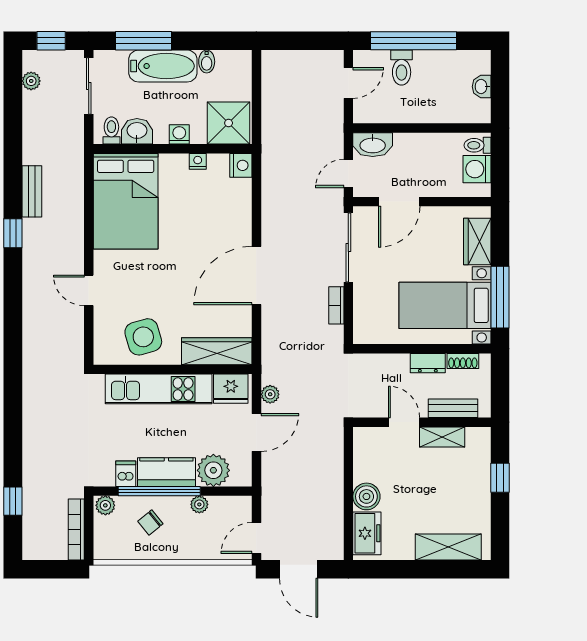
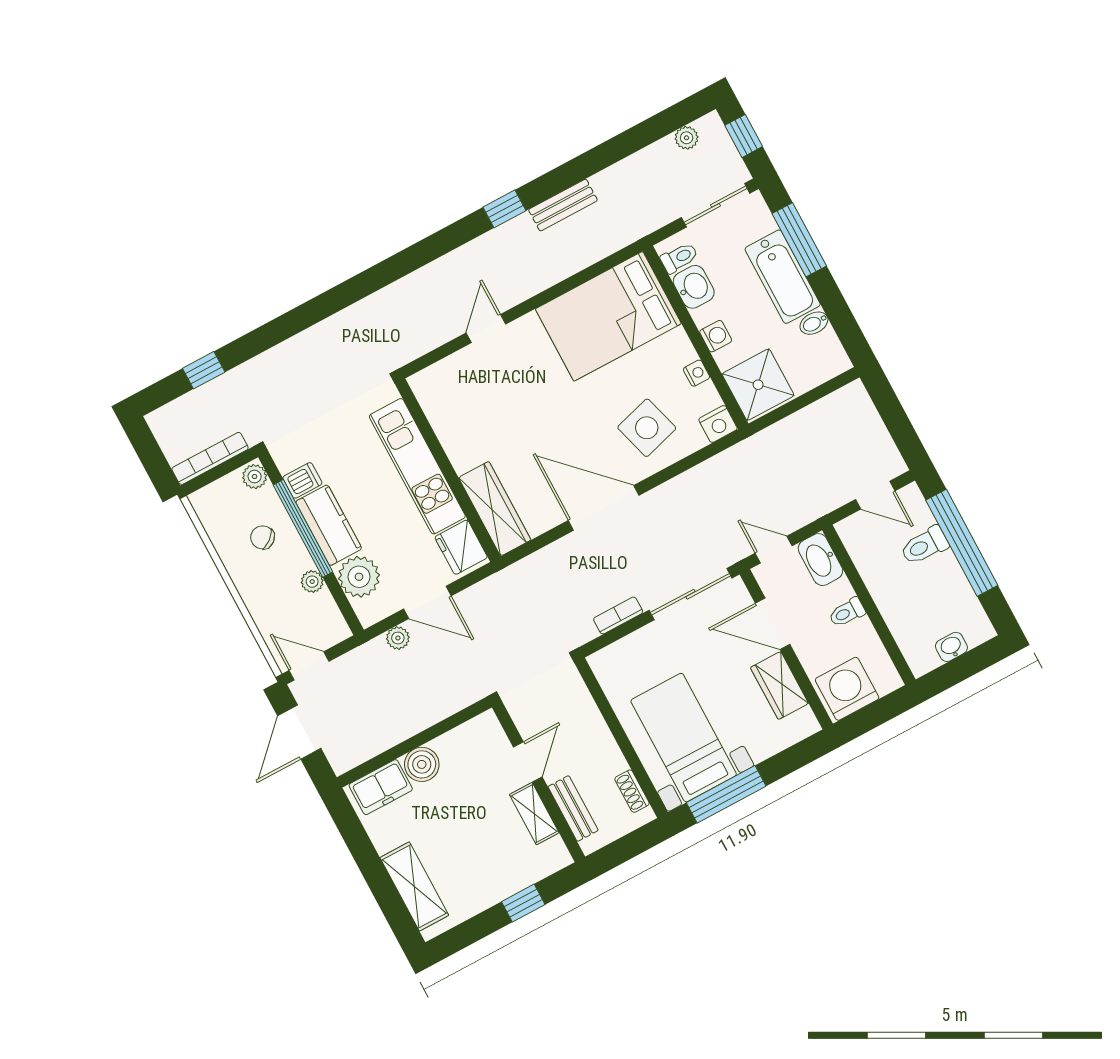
toilet: (477, 145) -> (847, 612), moved, turned -90
washing machine: (477, 169) -> (847, 689), width x1.37, depth x1.37
wardrobe: (477, 241) -> (779, 685), moved, turned -90
side table: (143, 337) -> (647, 428), moved
dresser: (428, 363) -> (609, 753), removed
plant: (270, 394) -> (398, 638), moved

